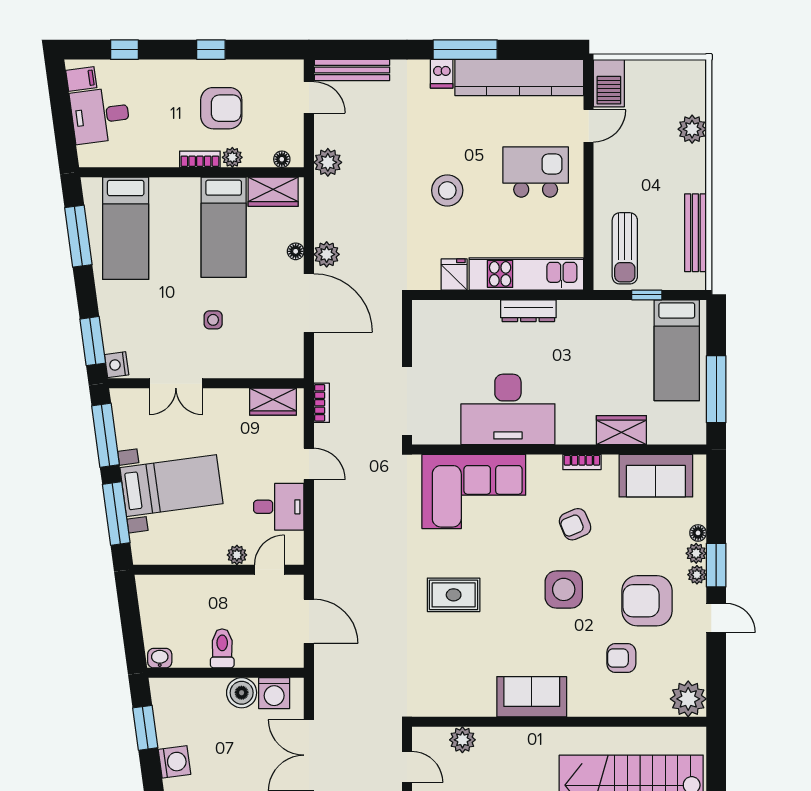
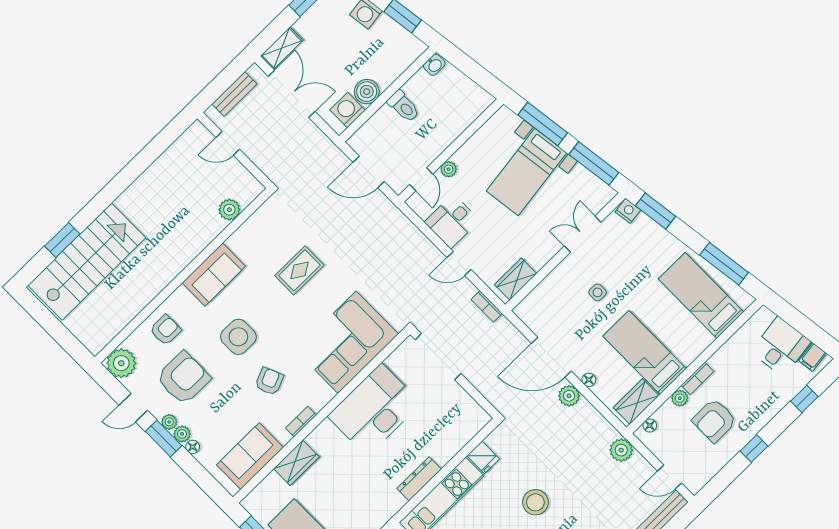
sofa: (532, 697) -> (214, 274), moved
plant: (688, 699) -> (121, 363), moved
wall: (559, 722) -> (183, 276), moved
plant: (462, 740) -> (229, 210), moved

